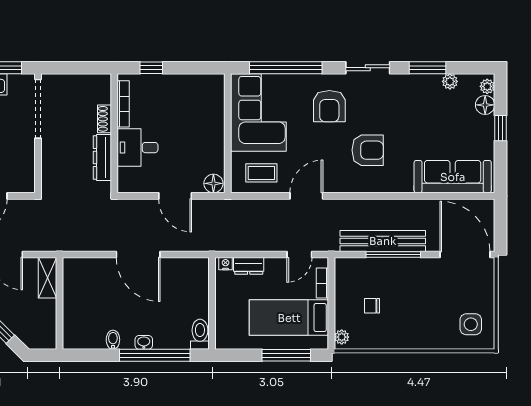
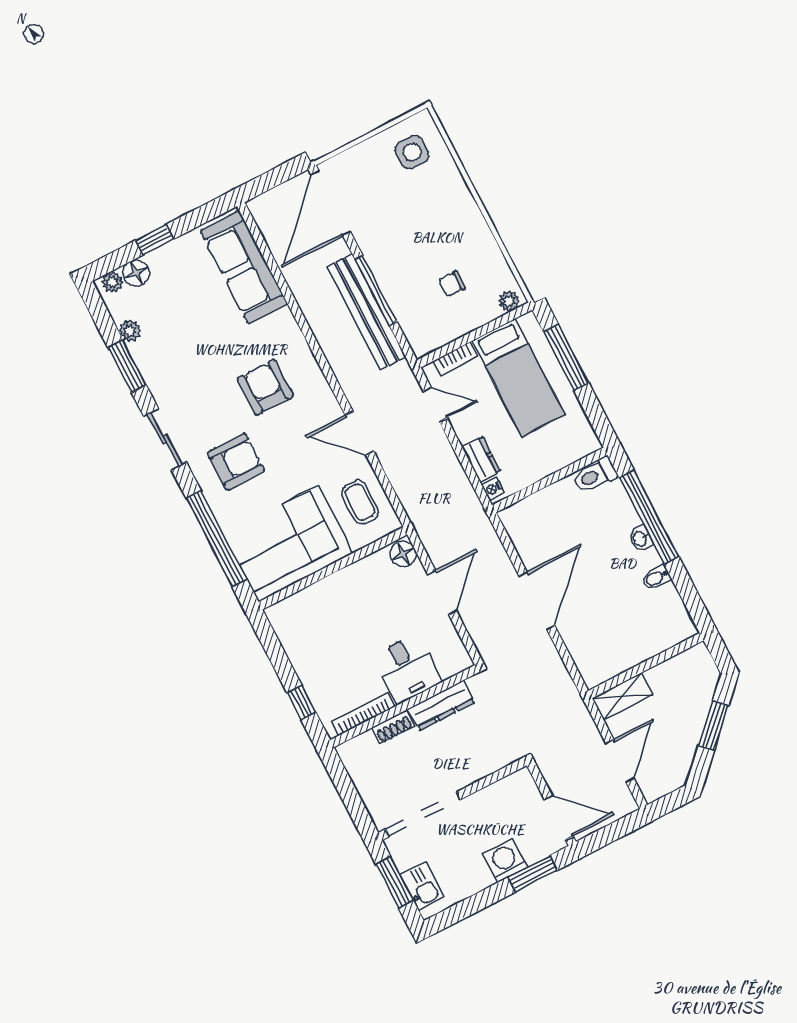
chair: (372, 306) -> (452, 284), turned 90

